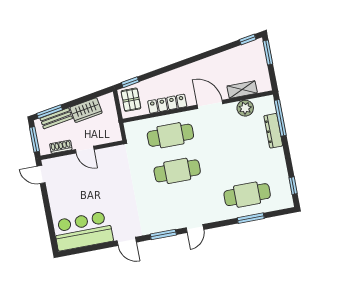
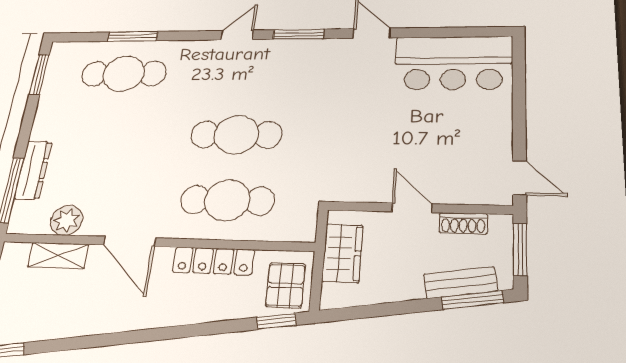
wardrobe: (86, 110) -> (342, 253), moved, turned 99
window: (293, 186) -> (39, 75), width x1.50

